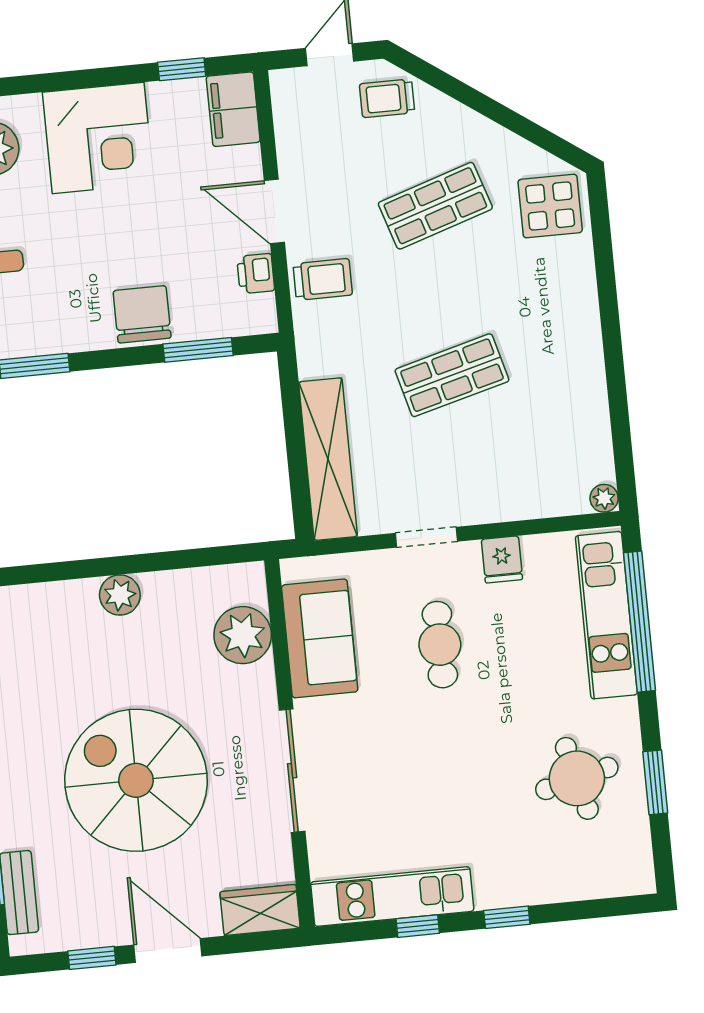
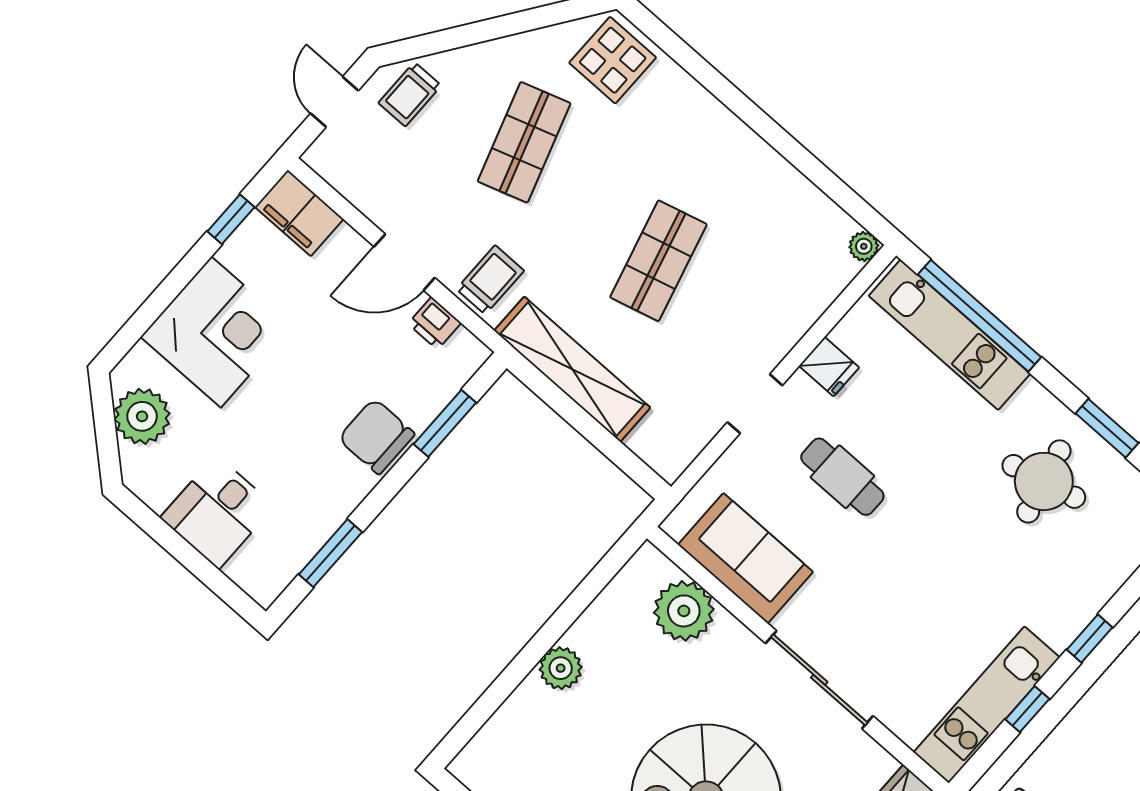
shelving: (328, 459) -> (572, 369), moved

